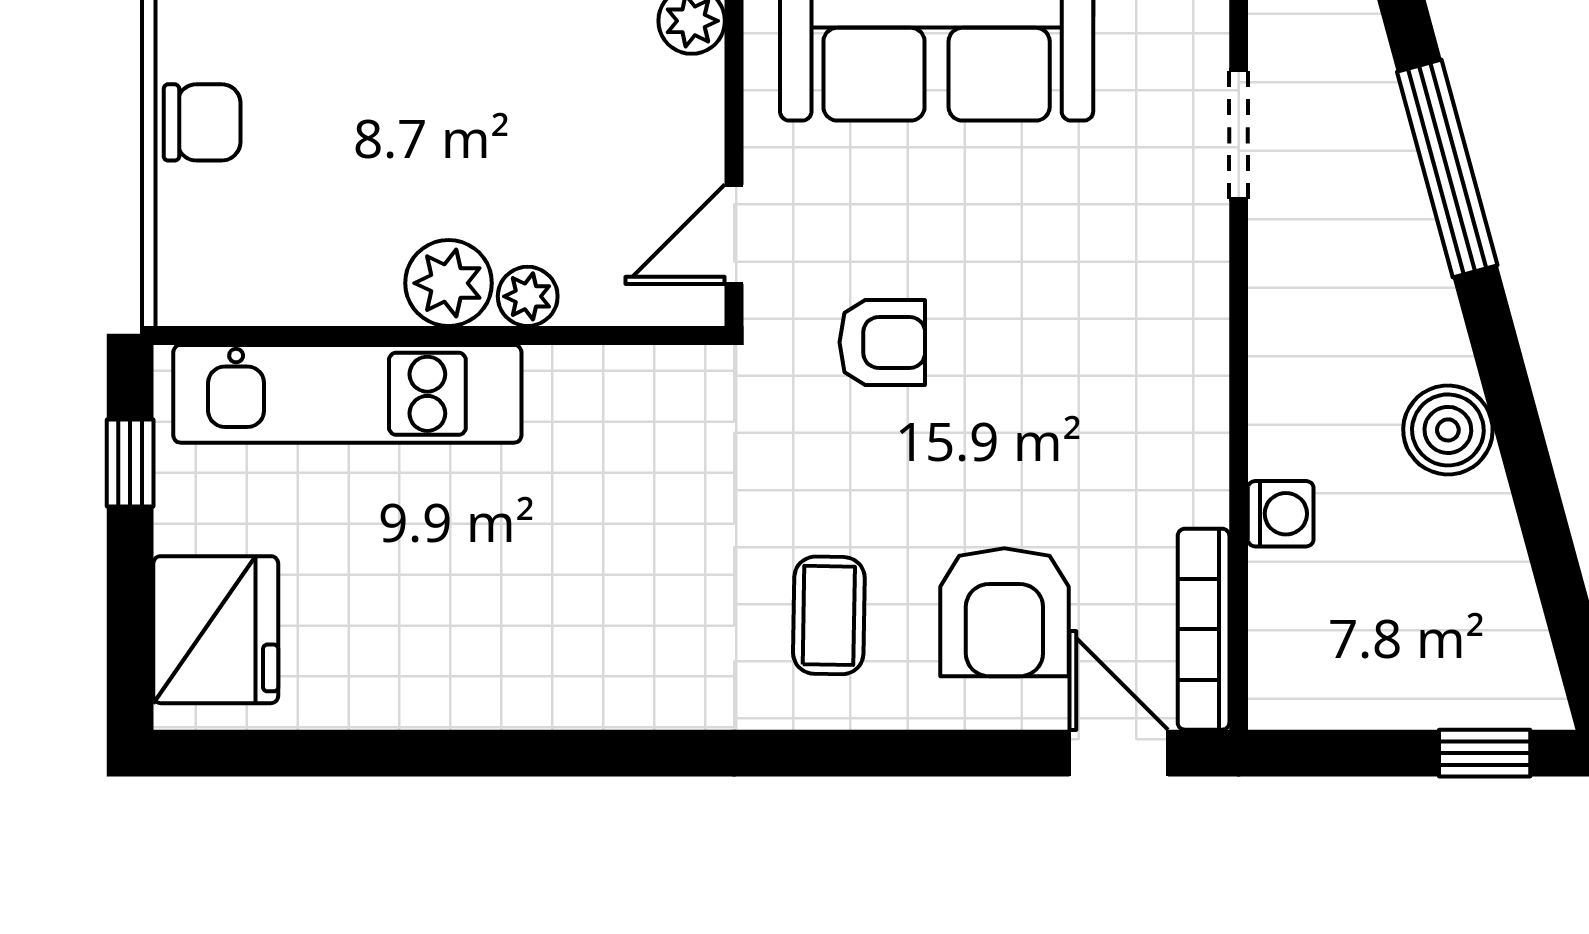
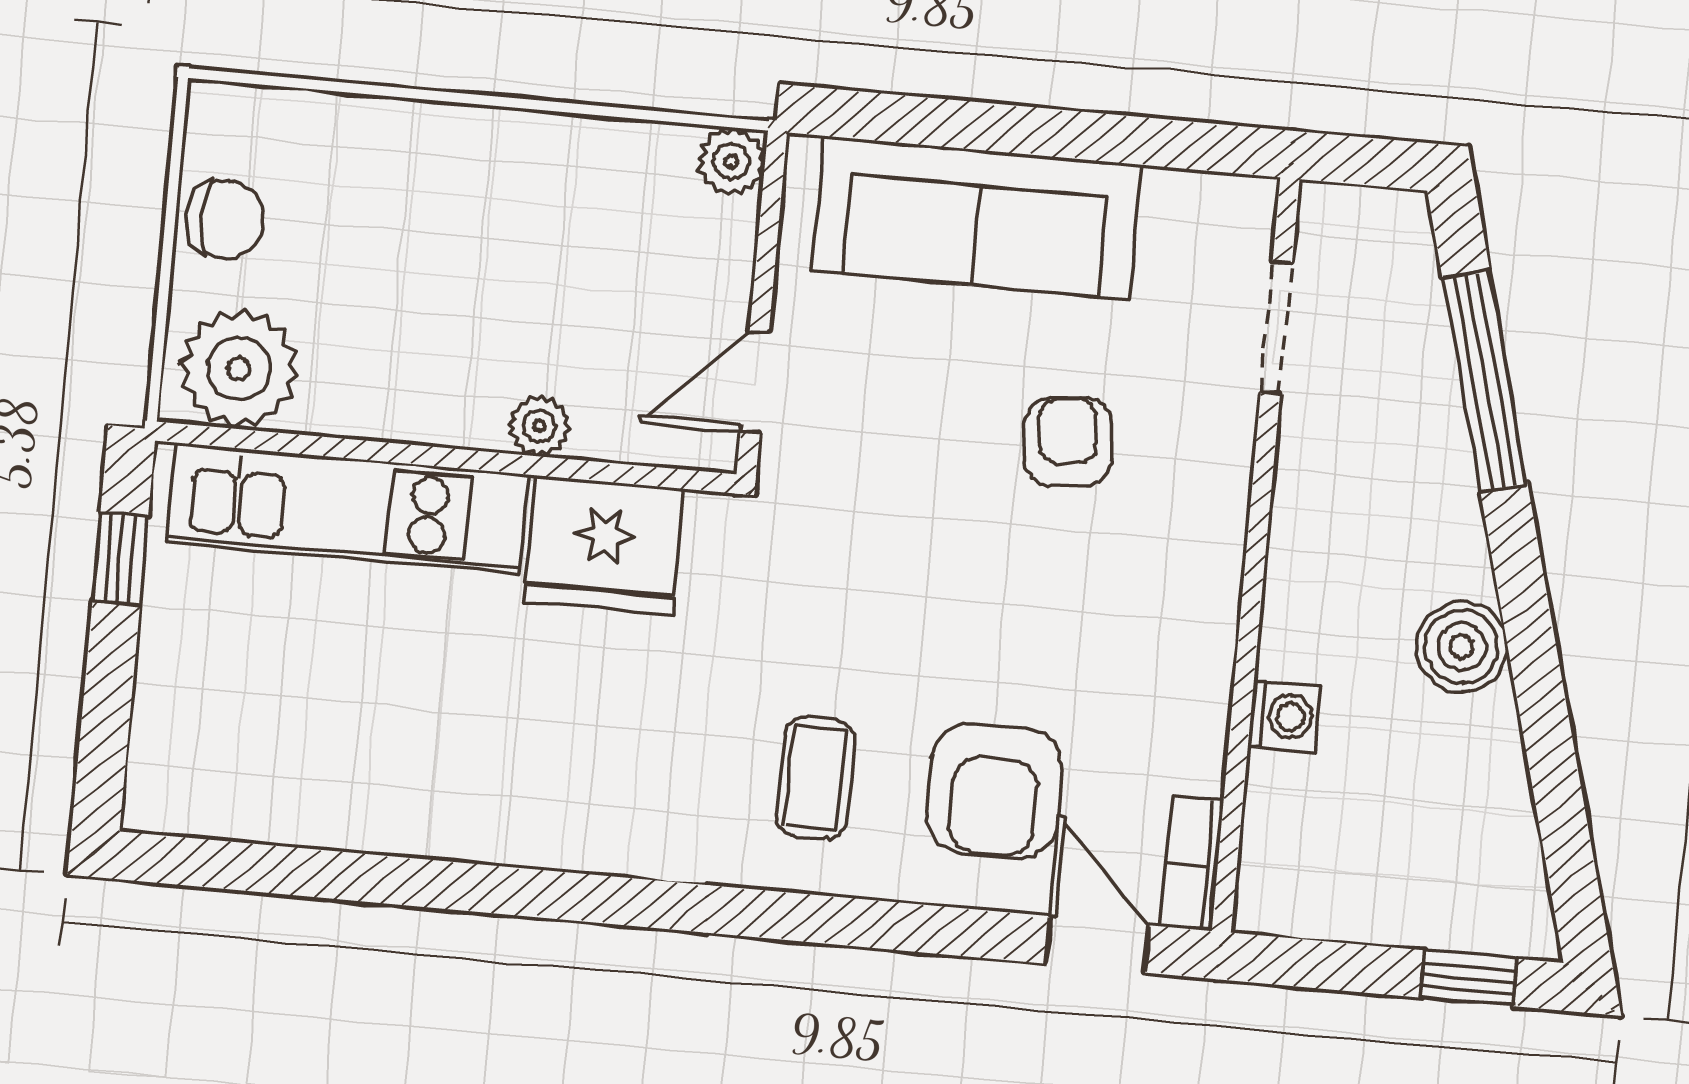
plant: (449, 283) -> (239, 369), moved, width x1.36, depth x1.36
armchair: (882, 342) -> (1068, 441), moved, turned -96
bookcase: (1204, 629) -> (1192, 863), width x0.64
fridge: (216, 630) -> (604, 545), moved, turned 90

